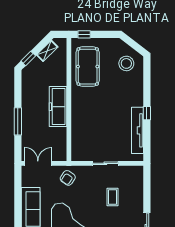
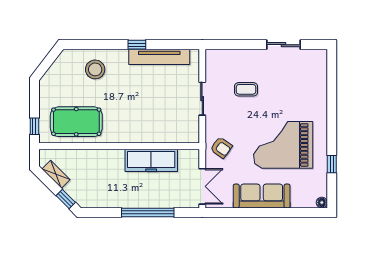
stool: (126, 63) -> (95, 69), moved
freezer: (58, 107) -> (151, 160), moved
window: (18, 121) -> (148, 212), width x1.46
double door: (38, 163) -> (202, 186), swing flipped

